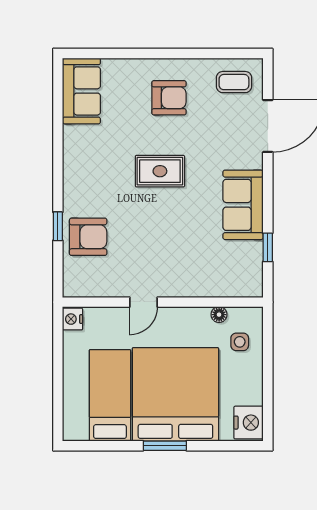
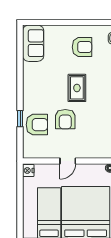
rug: (160, 171) -> (77, 88), turned 90
armchair: (139, 227) -> (65, 119), added

